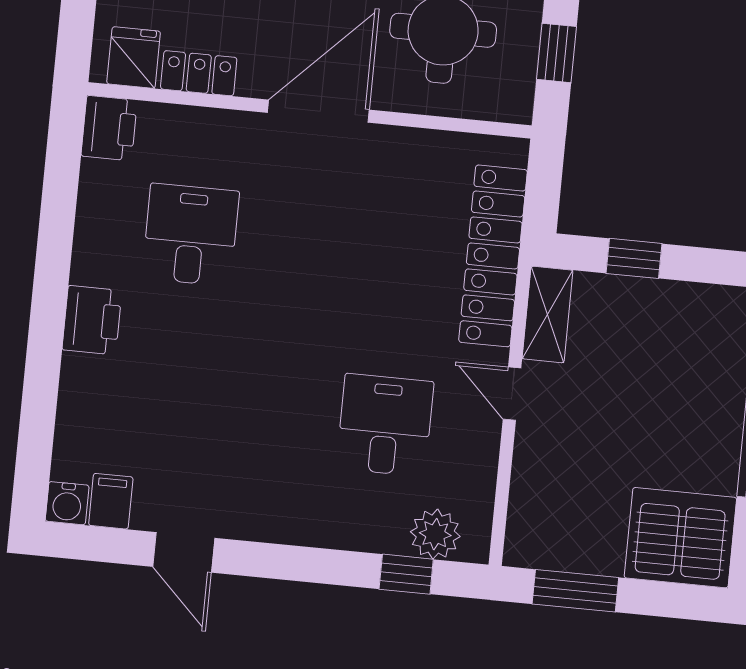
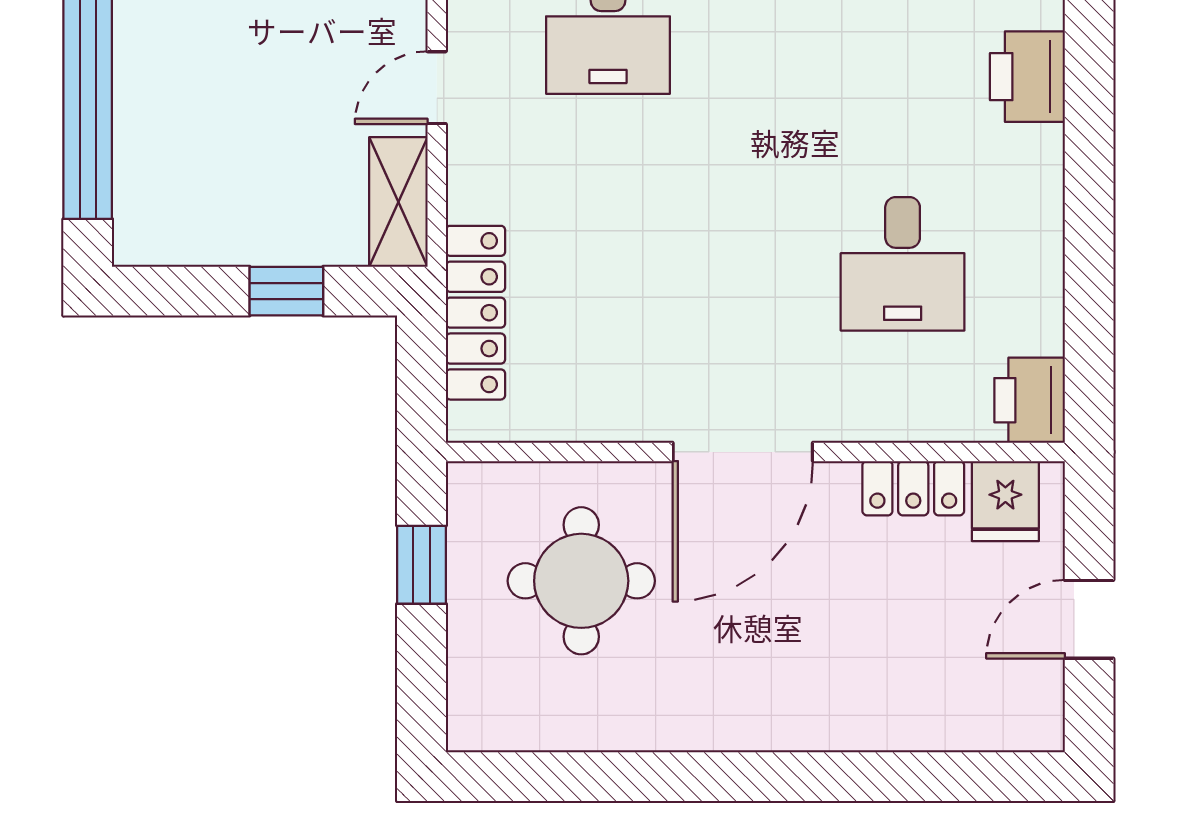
locker: (493, 256) -> (475, 313), width x0.71, depth x0.83
printer: (92, 320) -> (1027, 77), moved
door: (512, 394) -> (437, 88), swing flipped

